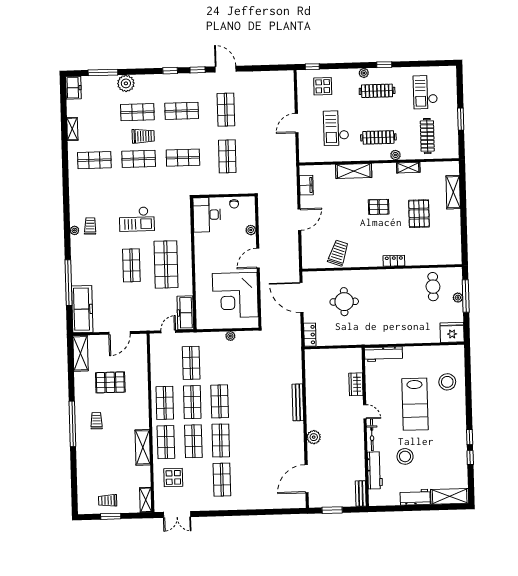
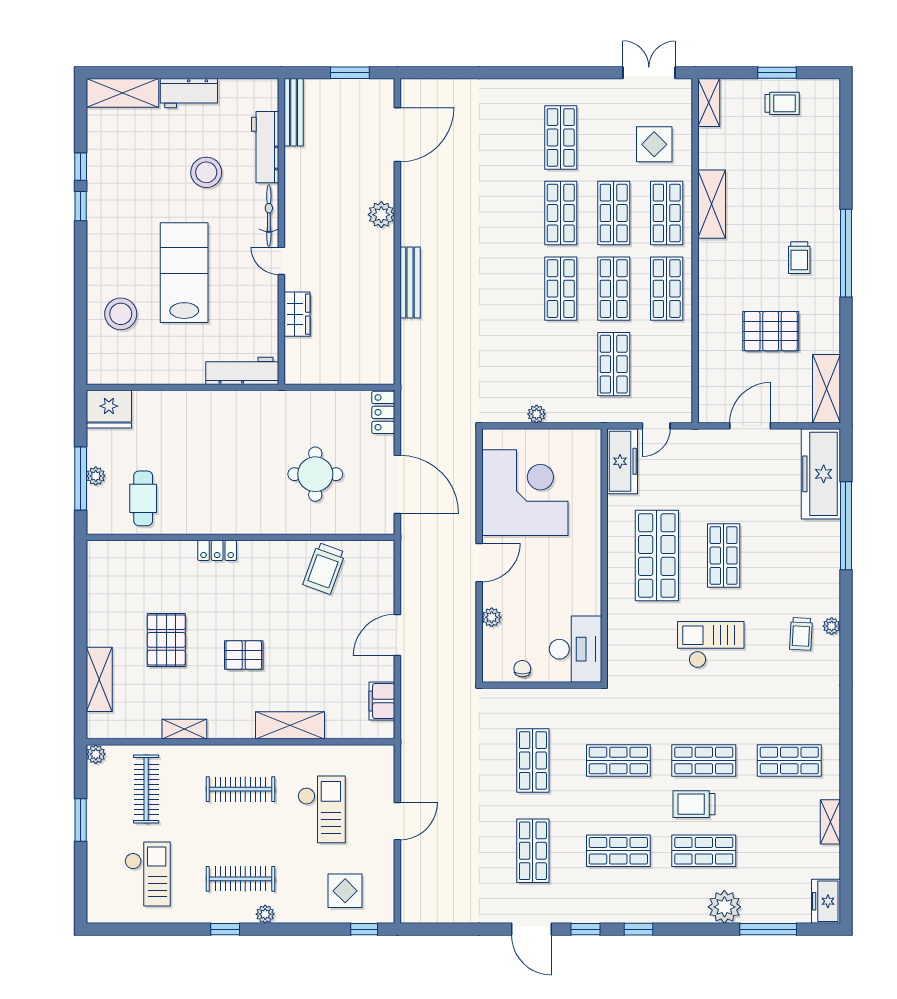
plant: (395, 155) -> (96, 754), moved
bench: (361, 494) -> (294, 112), width x1.36

